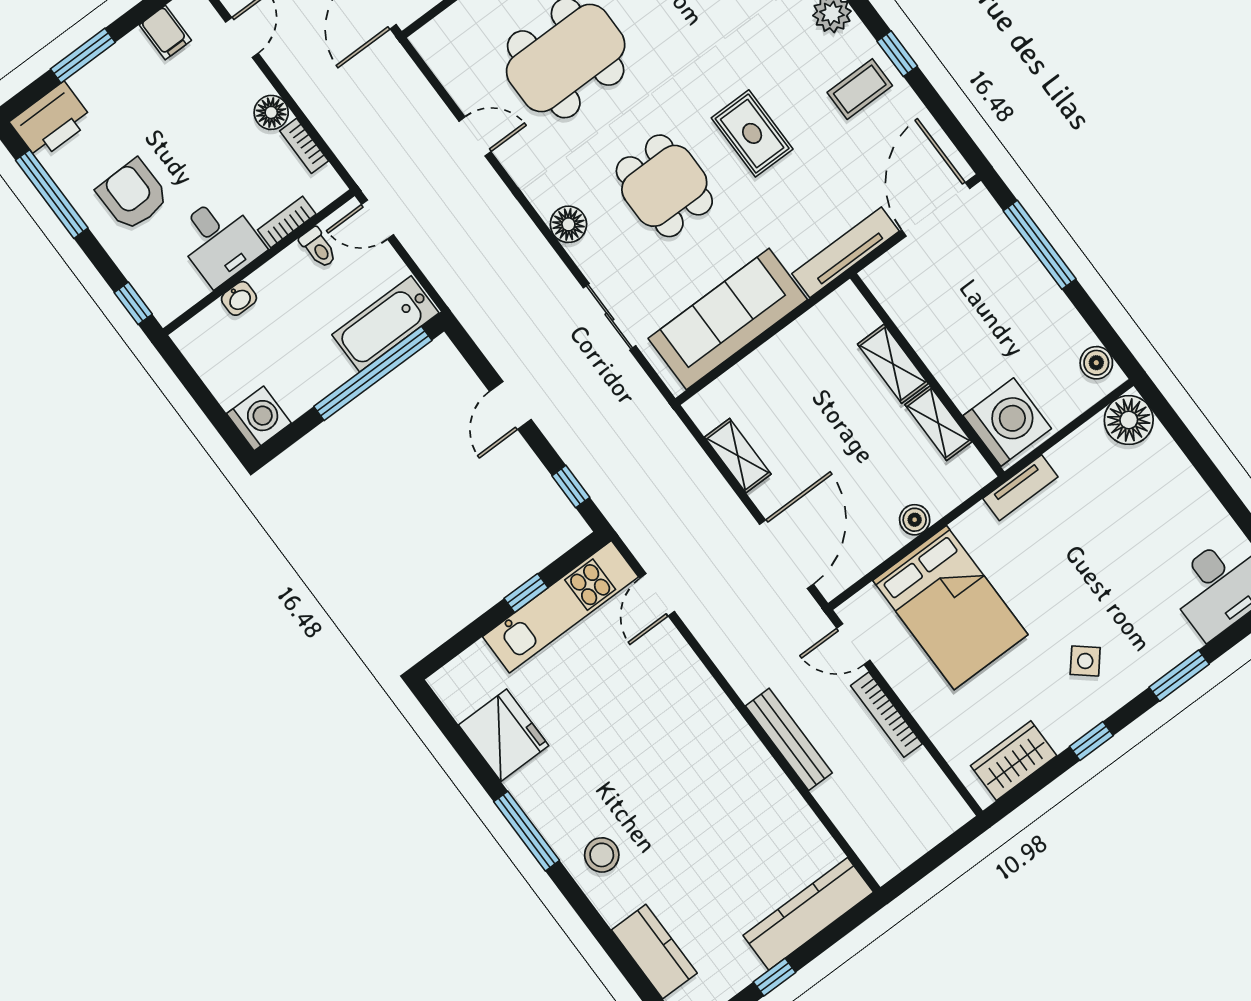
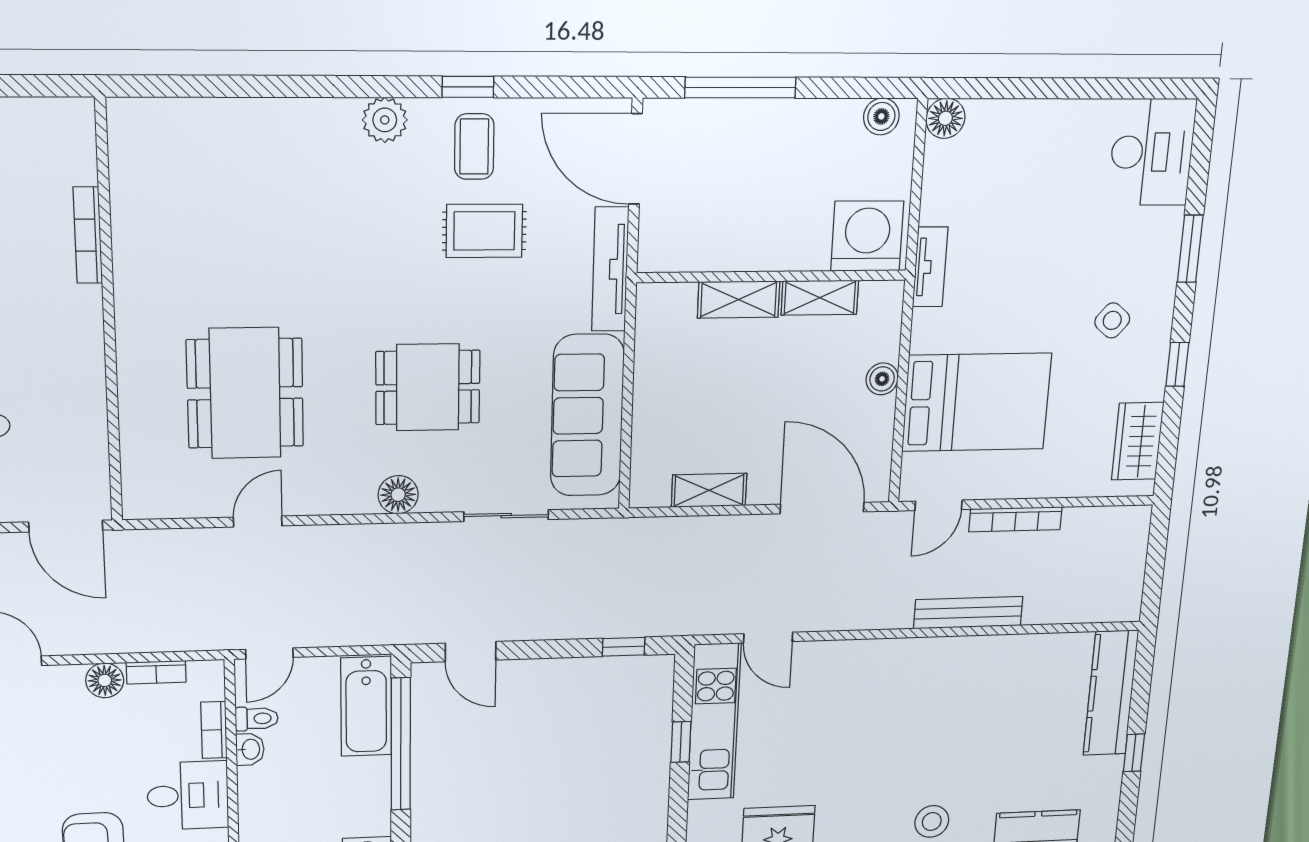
rug: (752, 133) -> (484, 231), moved
washbasin: (239, 298) -> (250, 749), moved
door: (510, 405) -> (471, 652), moved
floor lamp: (1129, 420) -> (945, 118), width x0.73, depth x0.73

